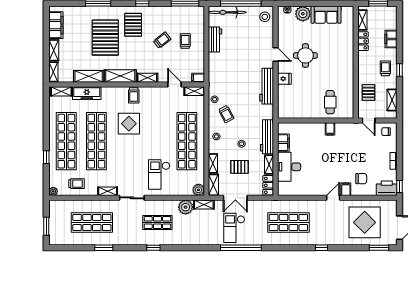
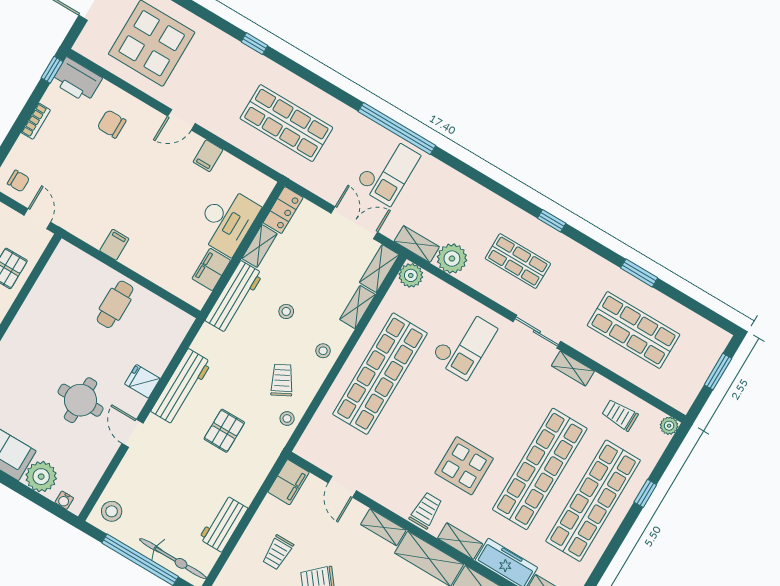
filing cabinet: (198, 78) -> (289, 482), width x2.00
shelving: (194, 91) -> (460, 541), moved
cafe table: (330, 102) -> (115, 304), moved
pallet: (239, 167) -> (224, 431), moved, turned 90
filing cabinet: (346, 189) -> (208, 156), moved

